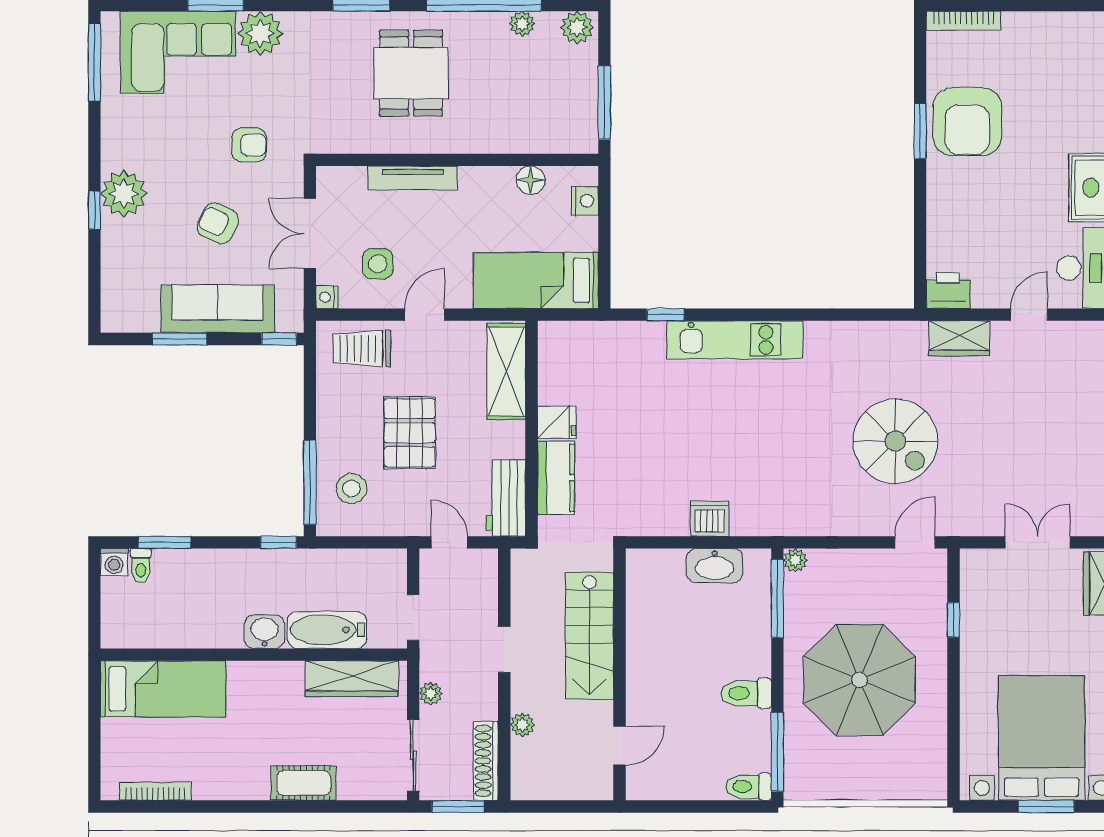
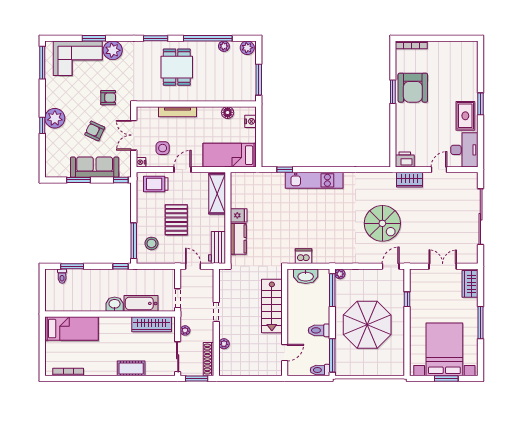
washing machine: (114, 562) -> (51, 275), removed
stairs: (590, 636) -> (272, 306), moved
wall: (620, 674) -> (285, 322), moved
door: (620, 746) -> (285, 353), moved

